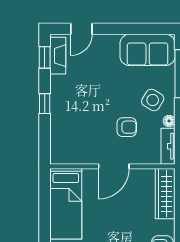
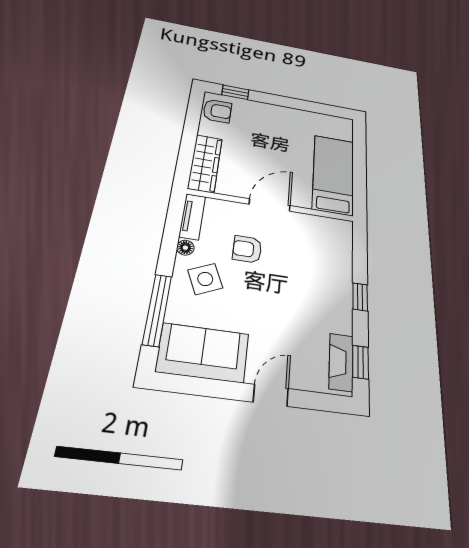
door: (81, 29) -> (271, 395), moved
side table: (153, 100) -> (205, 279), turned 35

